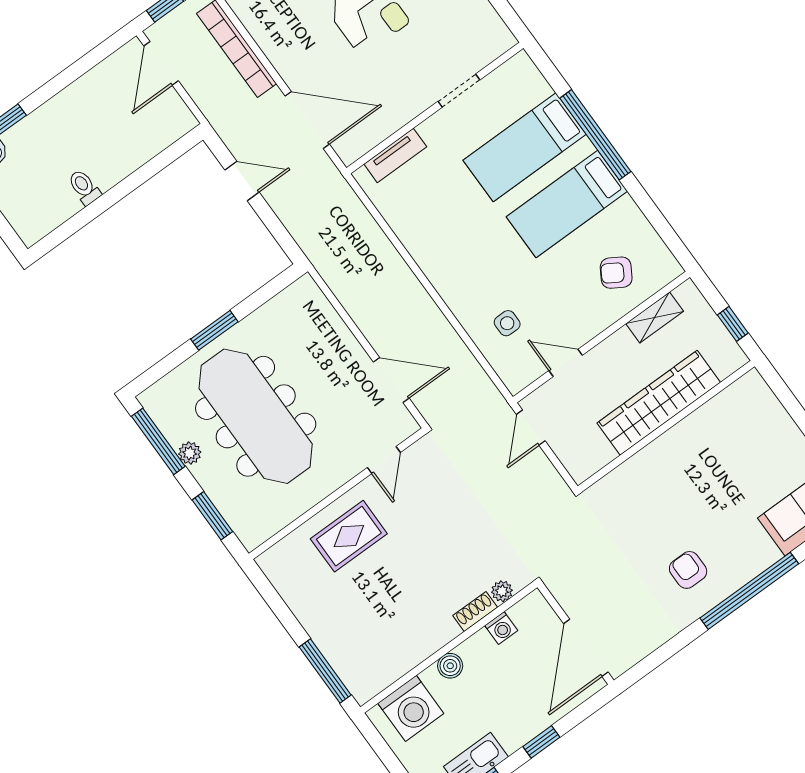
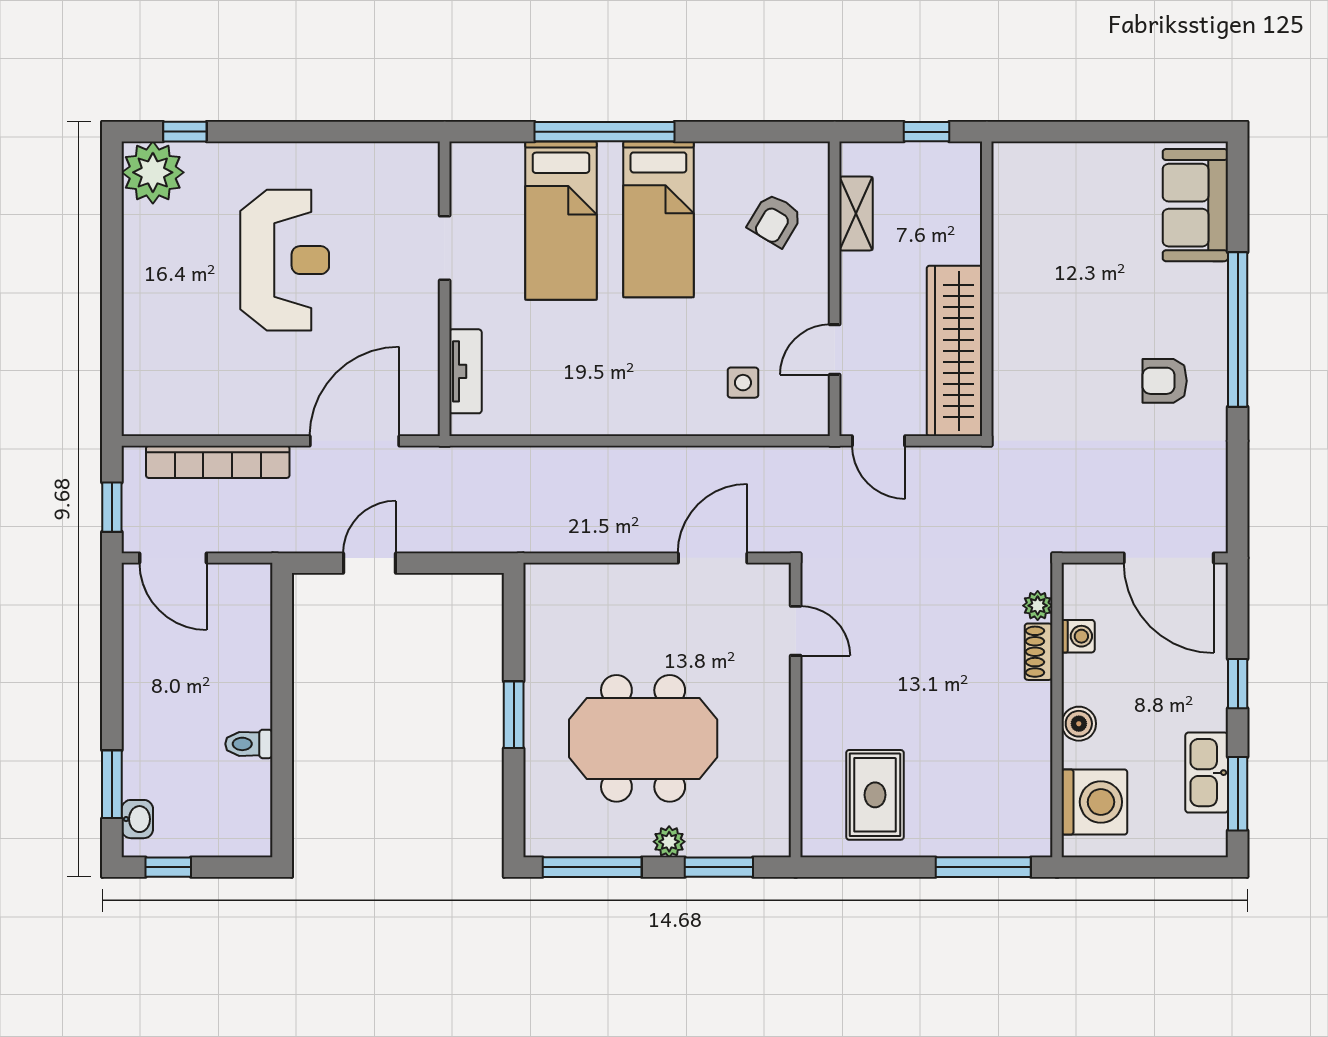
wardrobe: (659, 403) -> (954, 351), moved
meeting table: (256, 416) -> (643, 738), width x0.73
plant: (190, 453) -> (669, 842), moved
rug: (349, 536) -> (875, 795), moved

